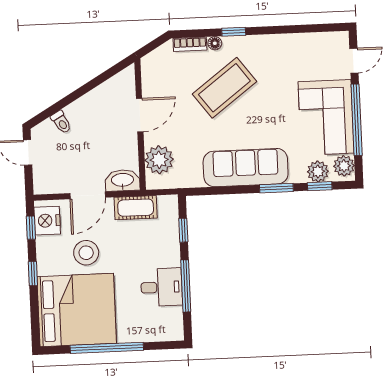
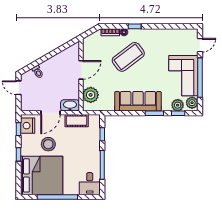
desk: (162, 287) -> (90, 184), moved, turned 90

